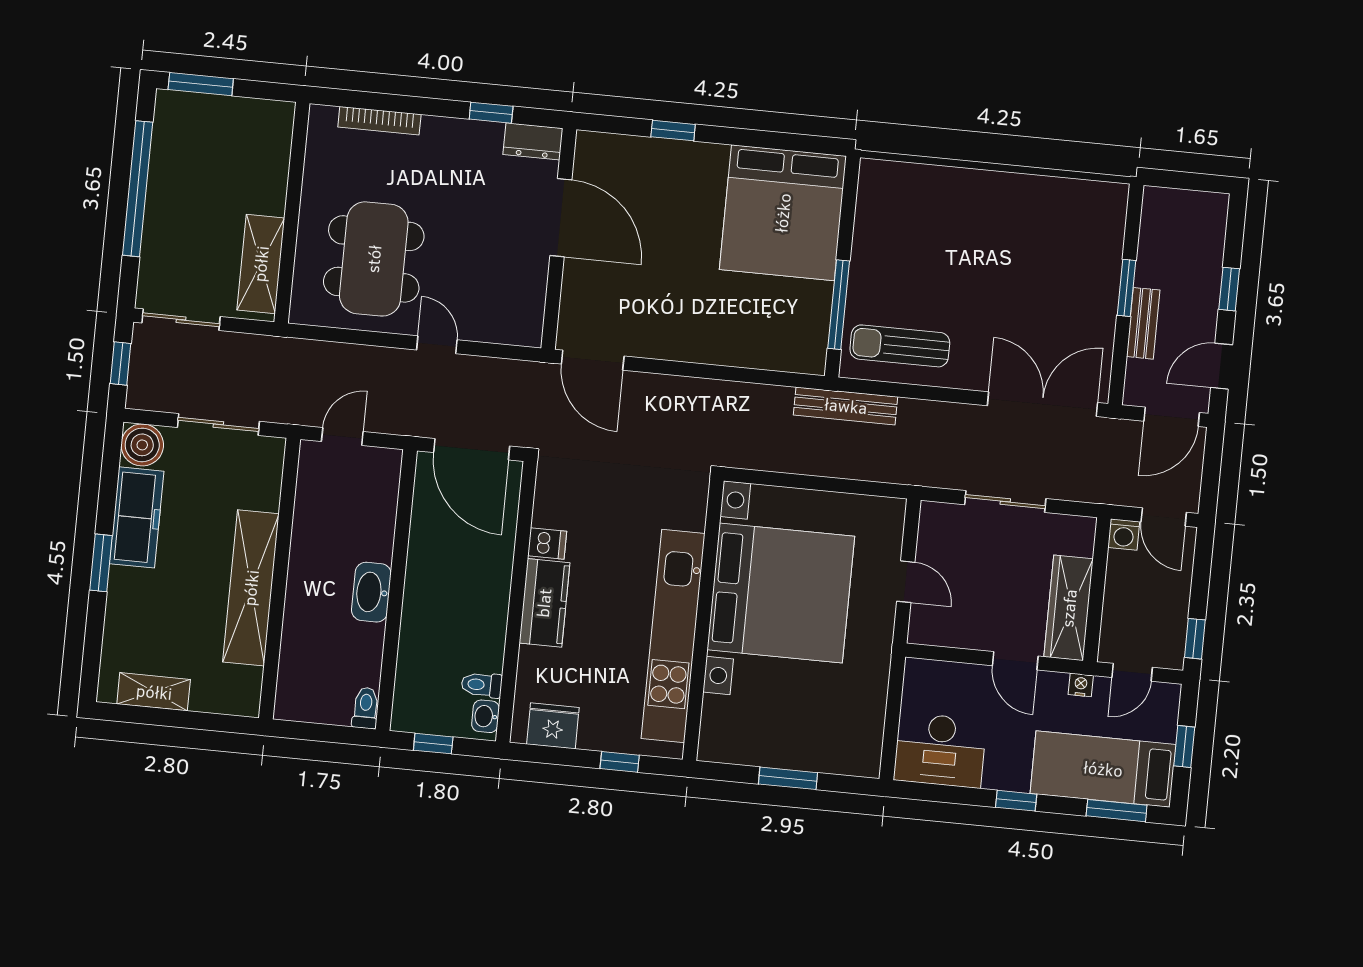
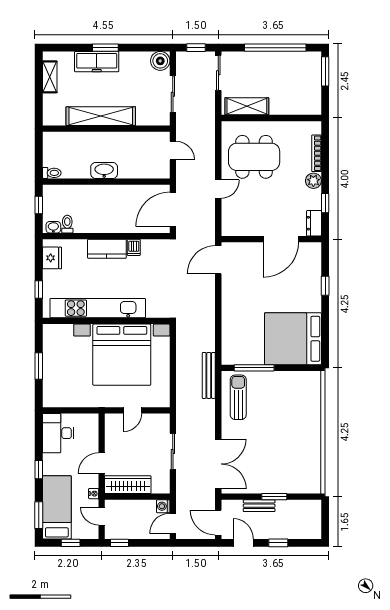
plant: (439, 133) -> (313, 181), added
freezer: (137, 517) -> (97, 62), moved

